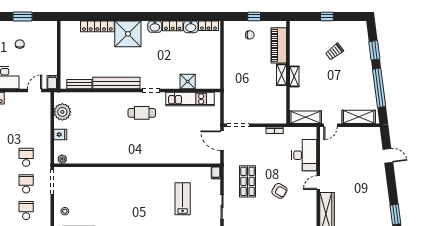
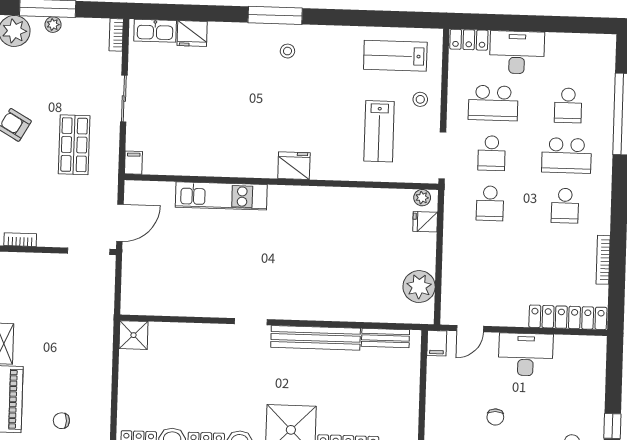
shower: (188, 81) -> (133, 335), moved
kitchen unit: (190, 99) -> (221, 196), moved, turned 180
cafe table: (142, 113) -> (270, 280), removed
fridge: (60, 134) -> (425, 222), moved
door: (222, 141) -> (120, 223), hinge flipped
fridge: (131, 174) -> (294, 166), added
lab bench: (183, 199) -> (379, 131), moved
school desk: (26, 210) -> (493, 103), width x1.85

